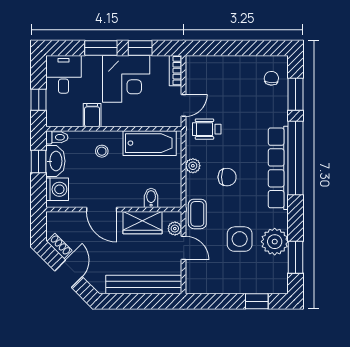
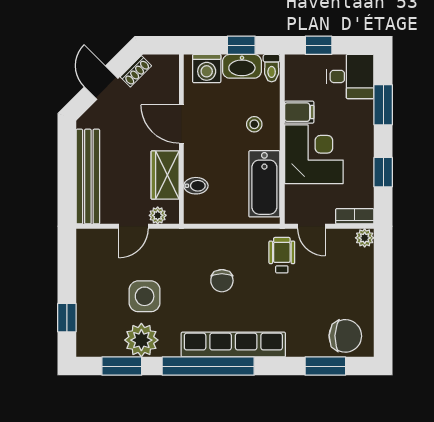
window: (101, 48) -> (383, 105), moved
chair: (271, 78) -> (345, 336), width x1.87, depth x1.87
corner desk: (126, 79) -> (314, 154), moved, turned 180
window: (296, 158) -> (208, 366), moved
plant: (193, 166) -> (365, 238), moved
door: (102, 209) -> (181, 124), hinge flipped
coffee table: (197, 214) -> (176, 244), removed
door: (68, 274) -> (101, 83), swing flipped

